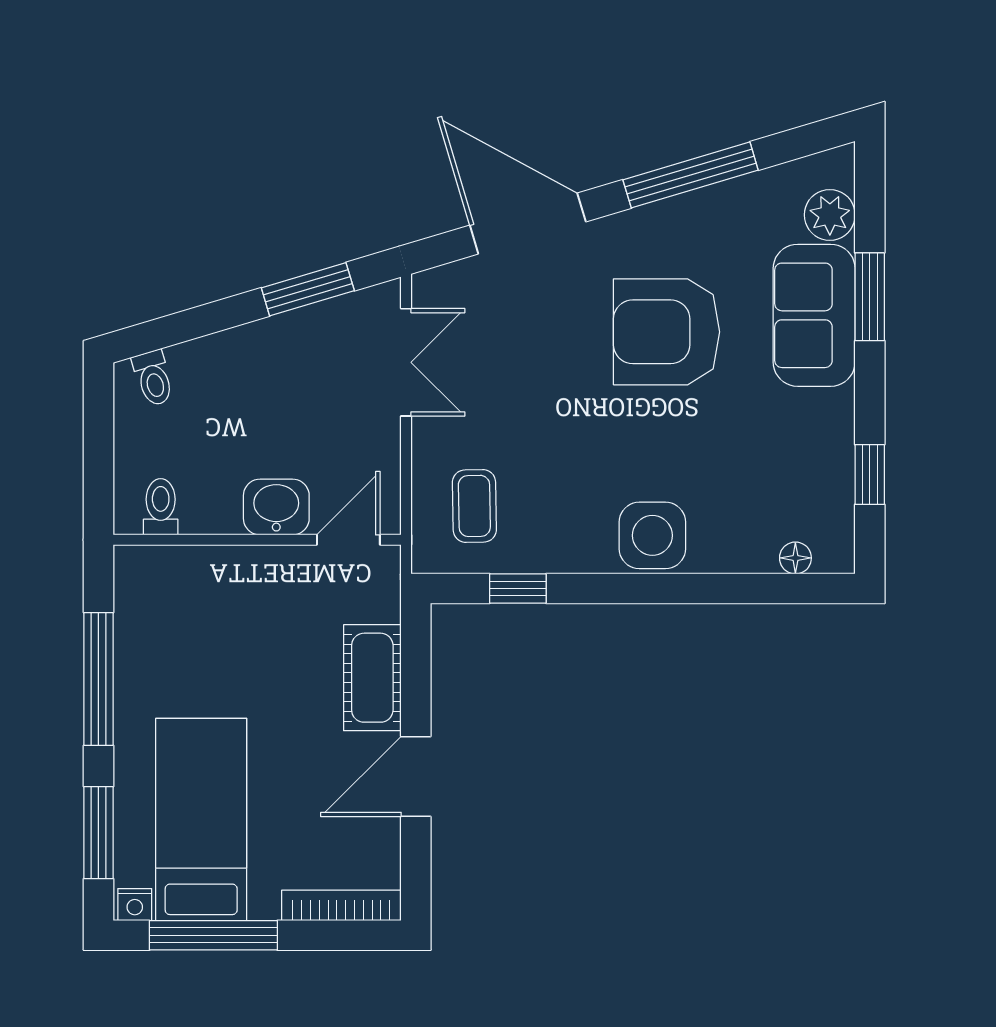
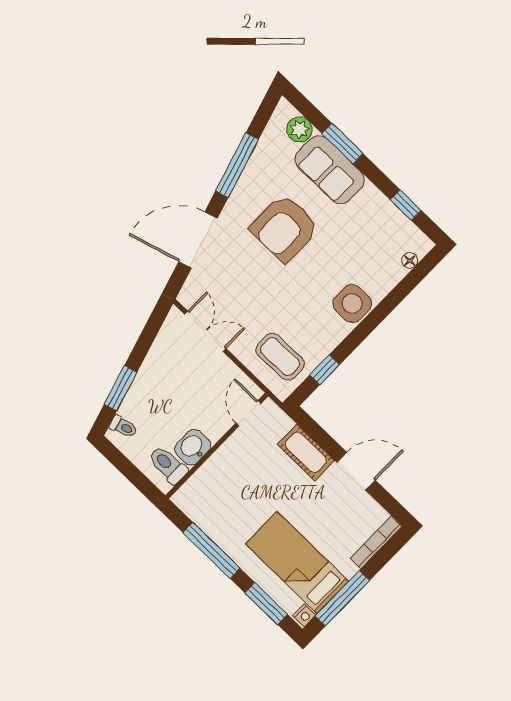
window: (308, 289) -> (121, 388), moved
coffee table: (474, 506) -> (280, 357), width x1.36, depth x1.30
toilet: (161, 507) -> (168, 465), width x1.37, depth x1.39
washbasin: (276, 507) -> (193, 447), moved
door: (416, 776) -> (356, 471), swing flipped

